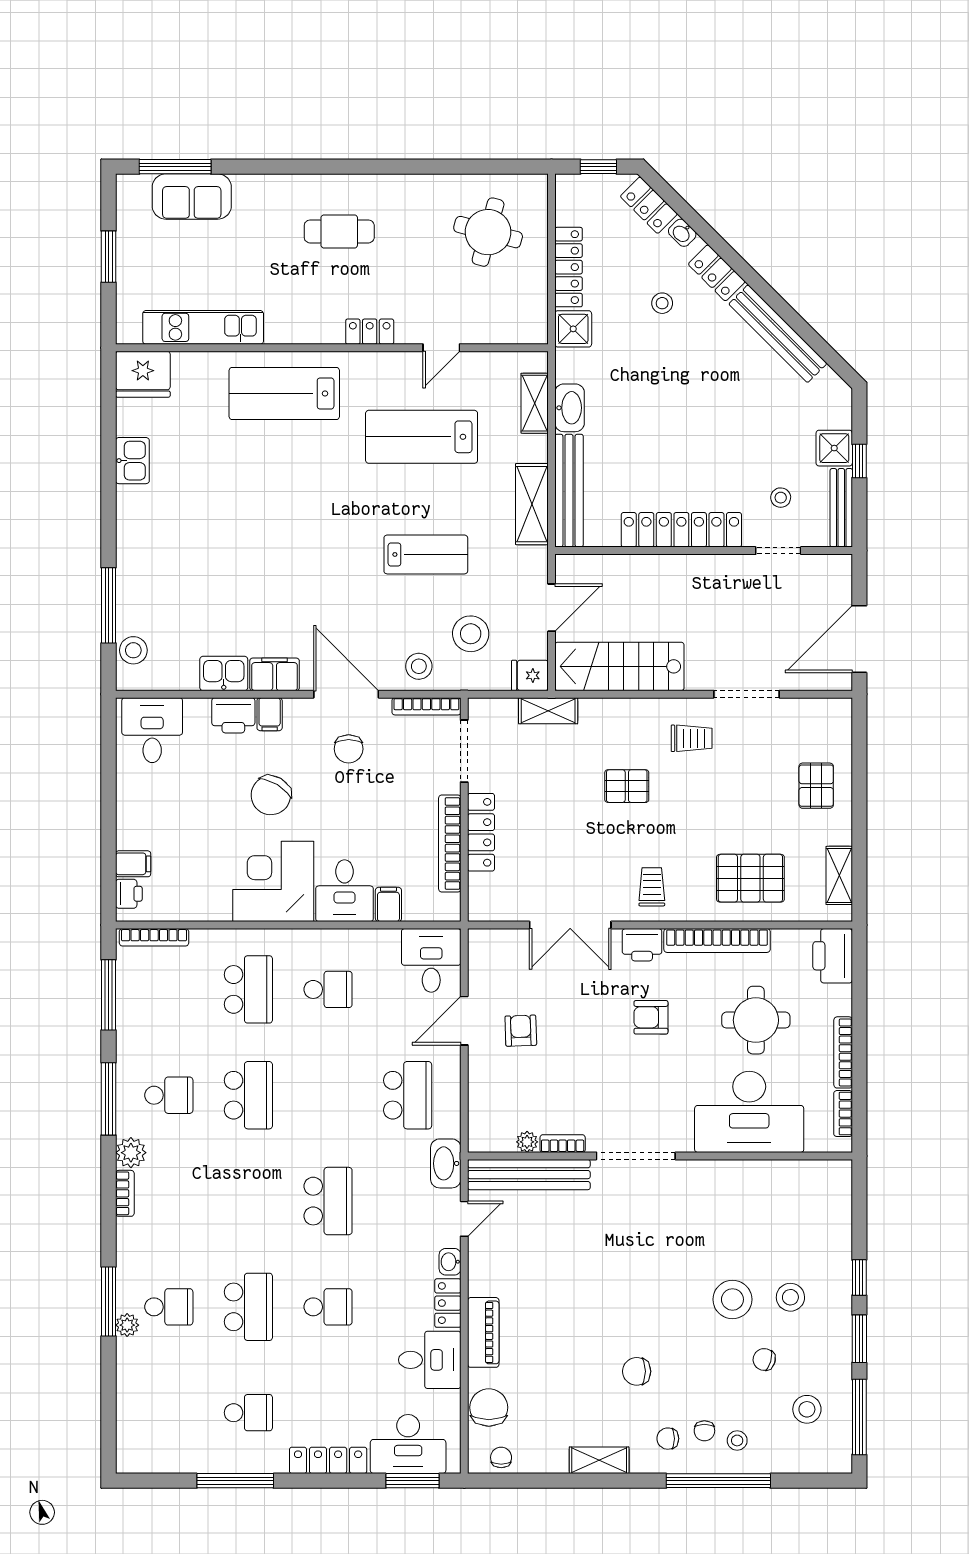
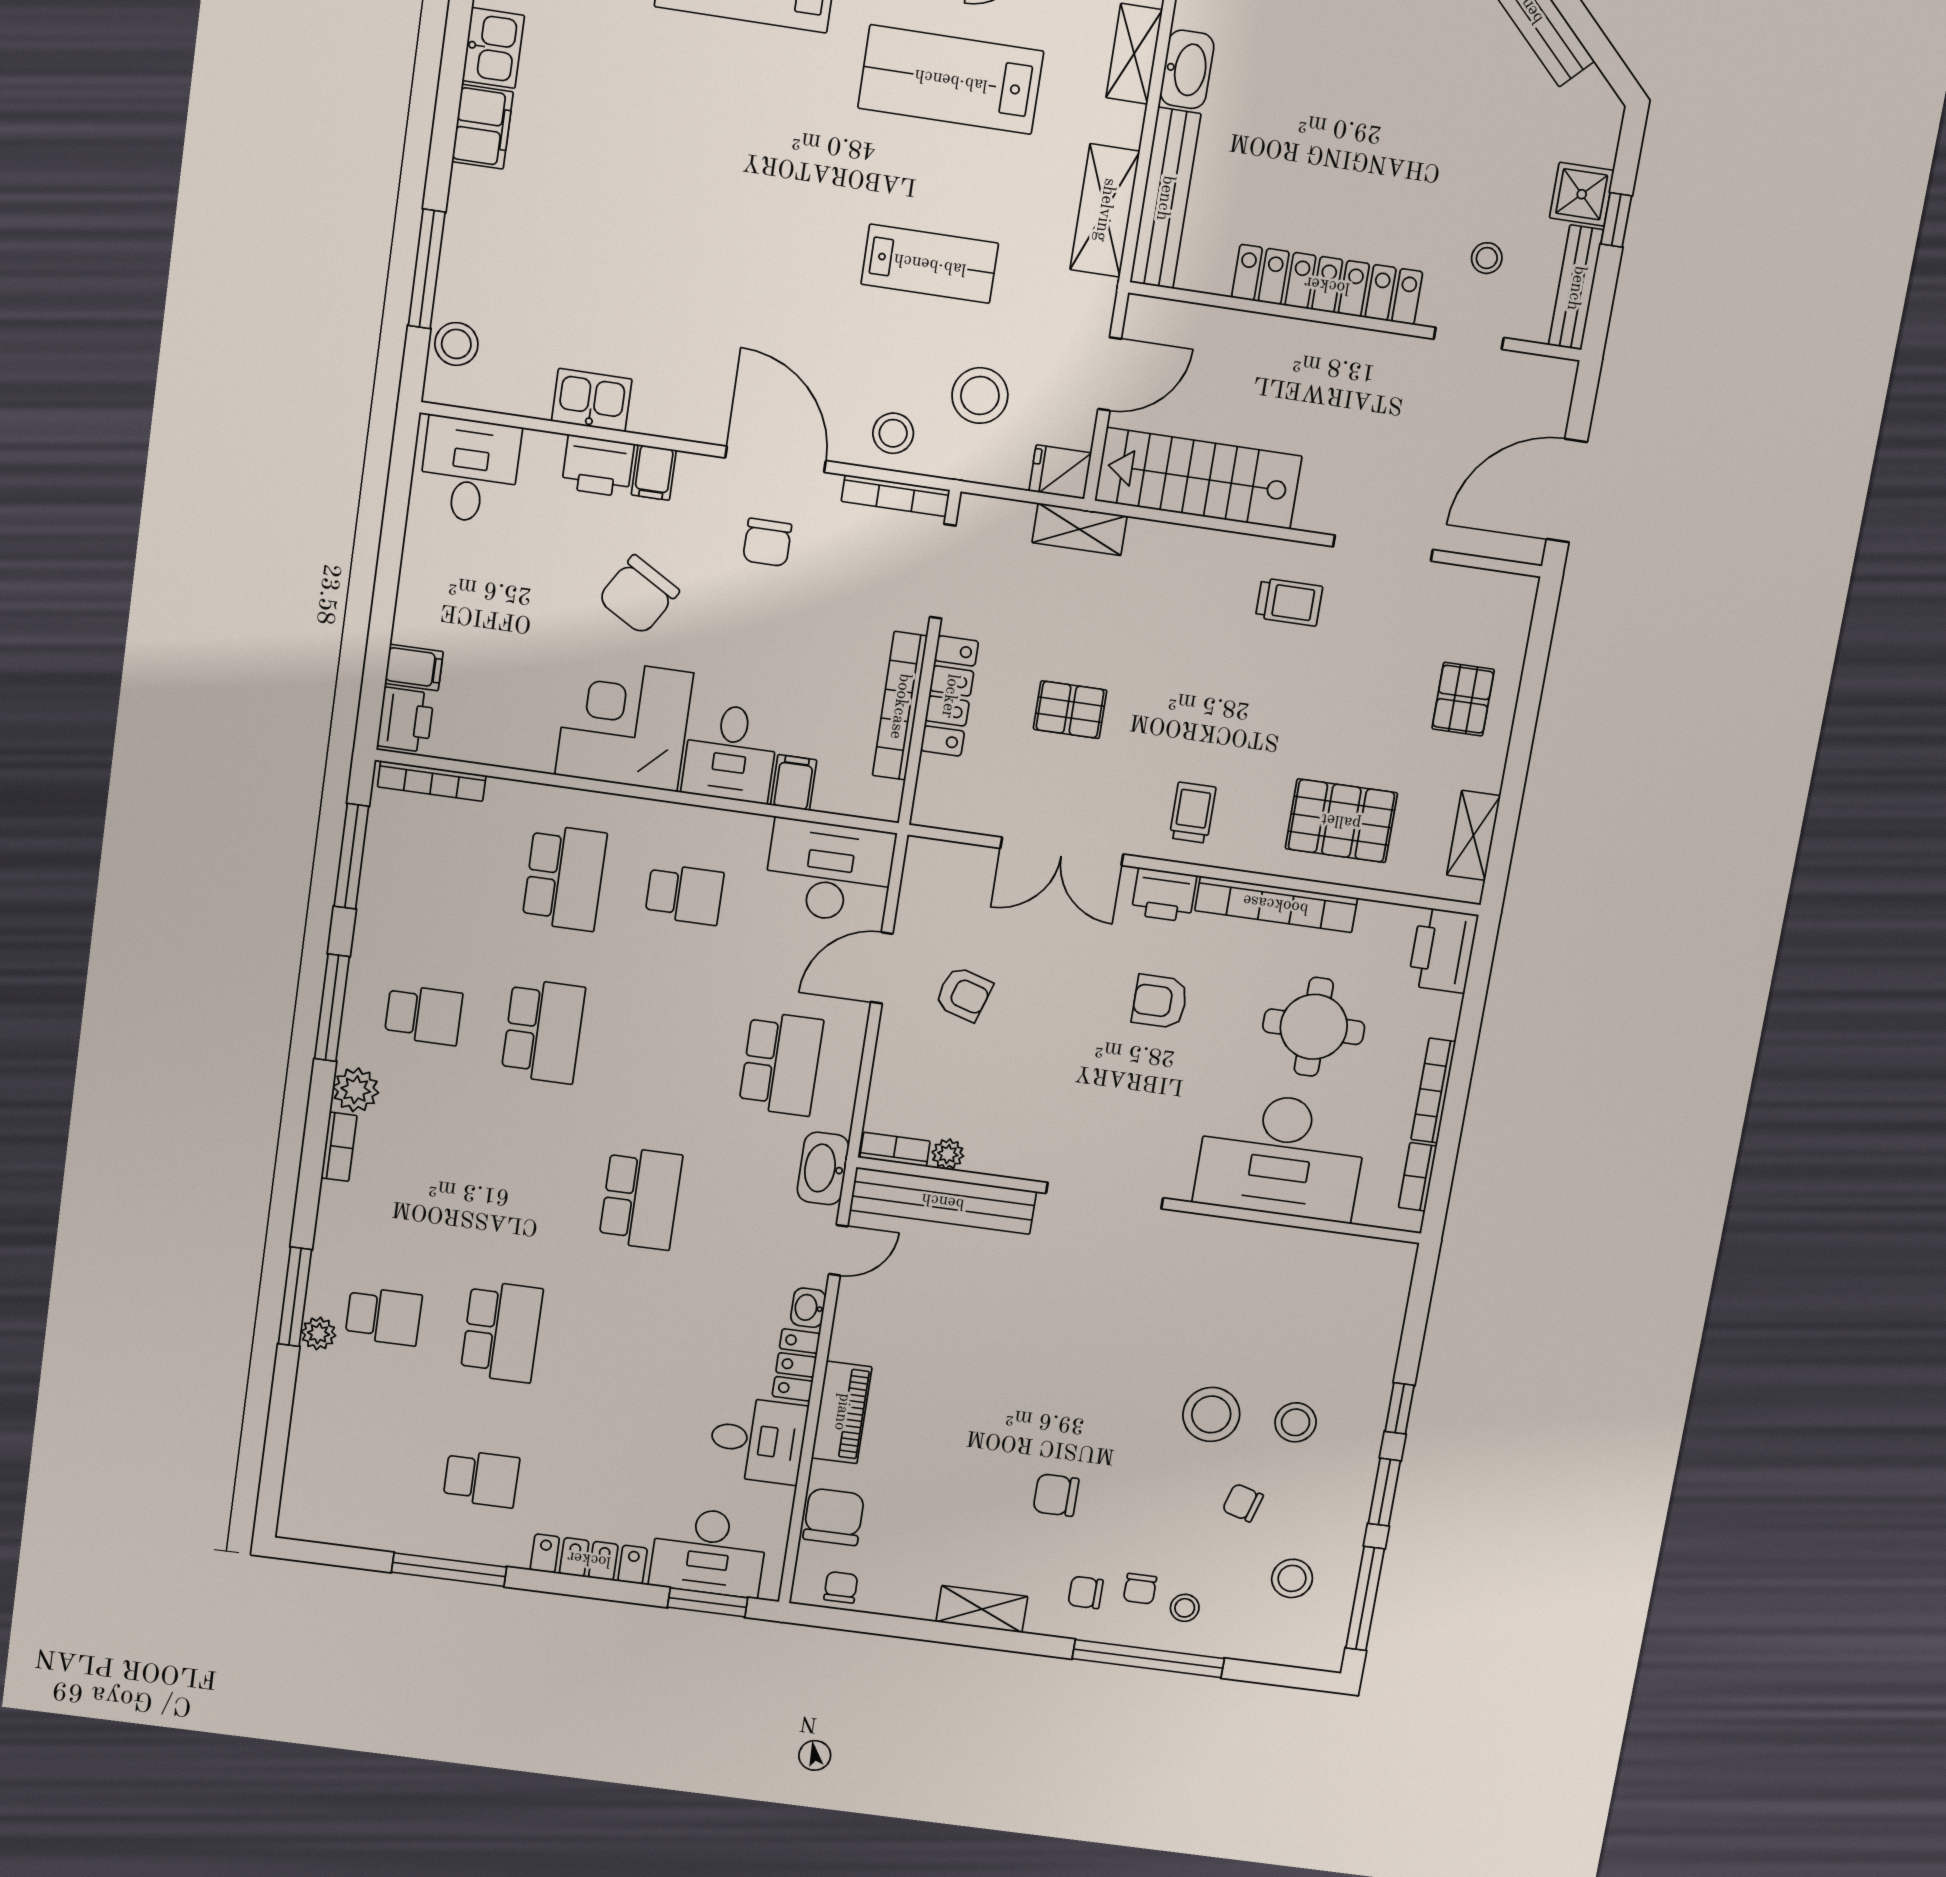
filing cabinet: (275, 674) -> (483, 127), moved, turned 90
pallet: (627, 786) -> (1070, 710), moved
printer: (129, 894) -> (405, 720), width x1.36, depth x1.24
desk: (431, 960) -> (829, 871), width x1.37
armchair: (521, 1031) -> (964, 994), turned 109
bookcase: (563, 1144) -> (895, 1149), moved
school desk: (328, 1307) -> (619, 1347), removed

